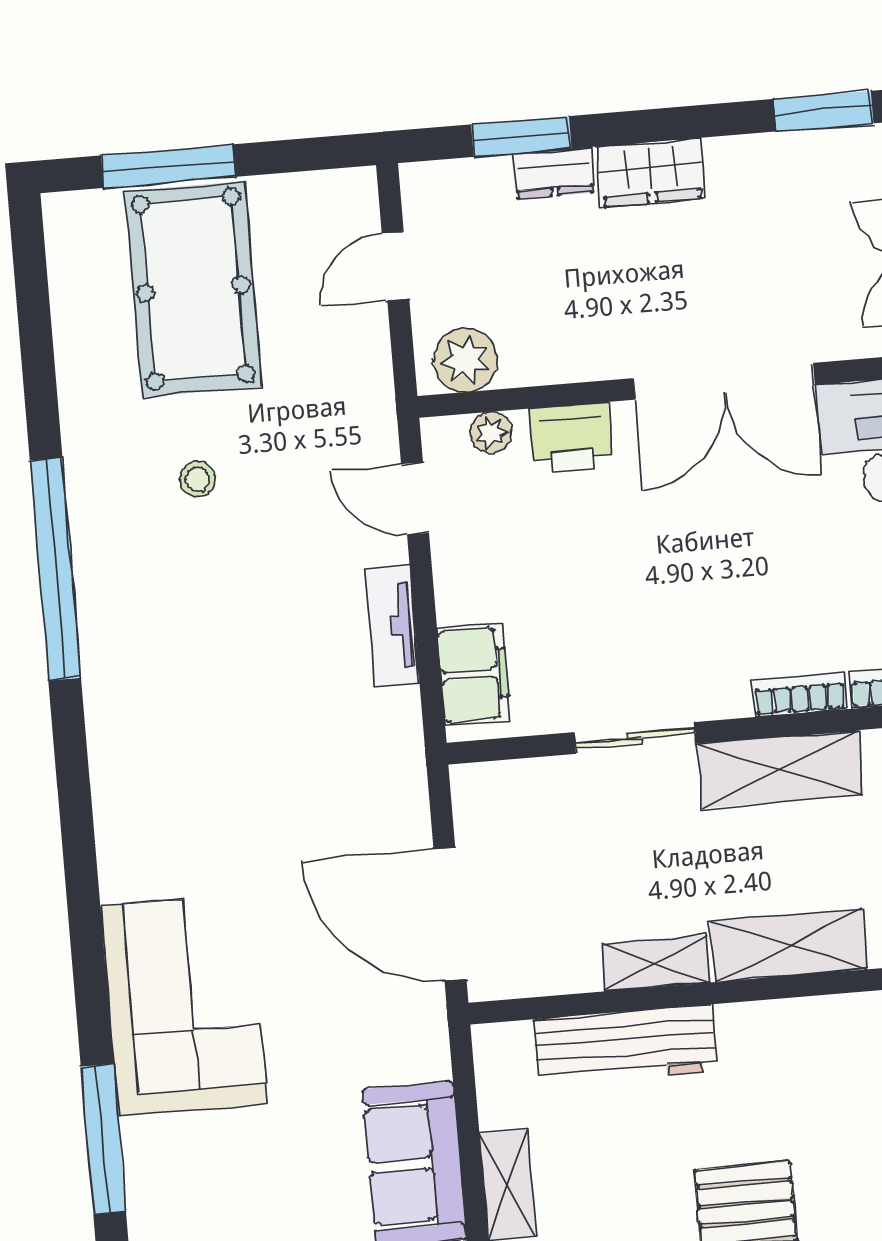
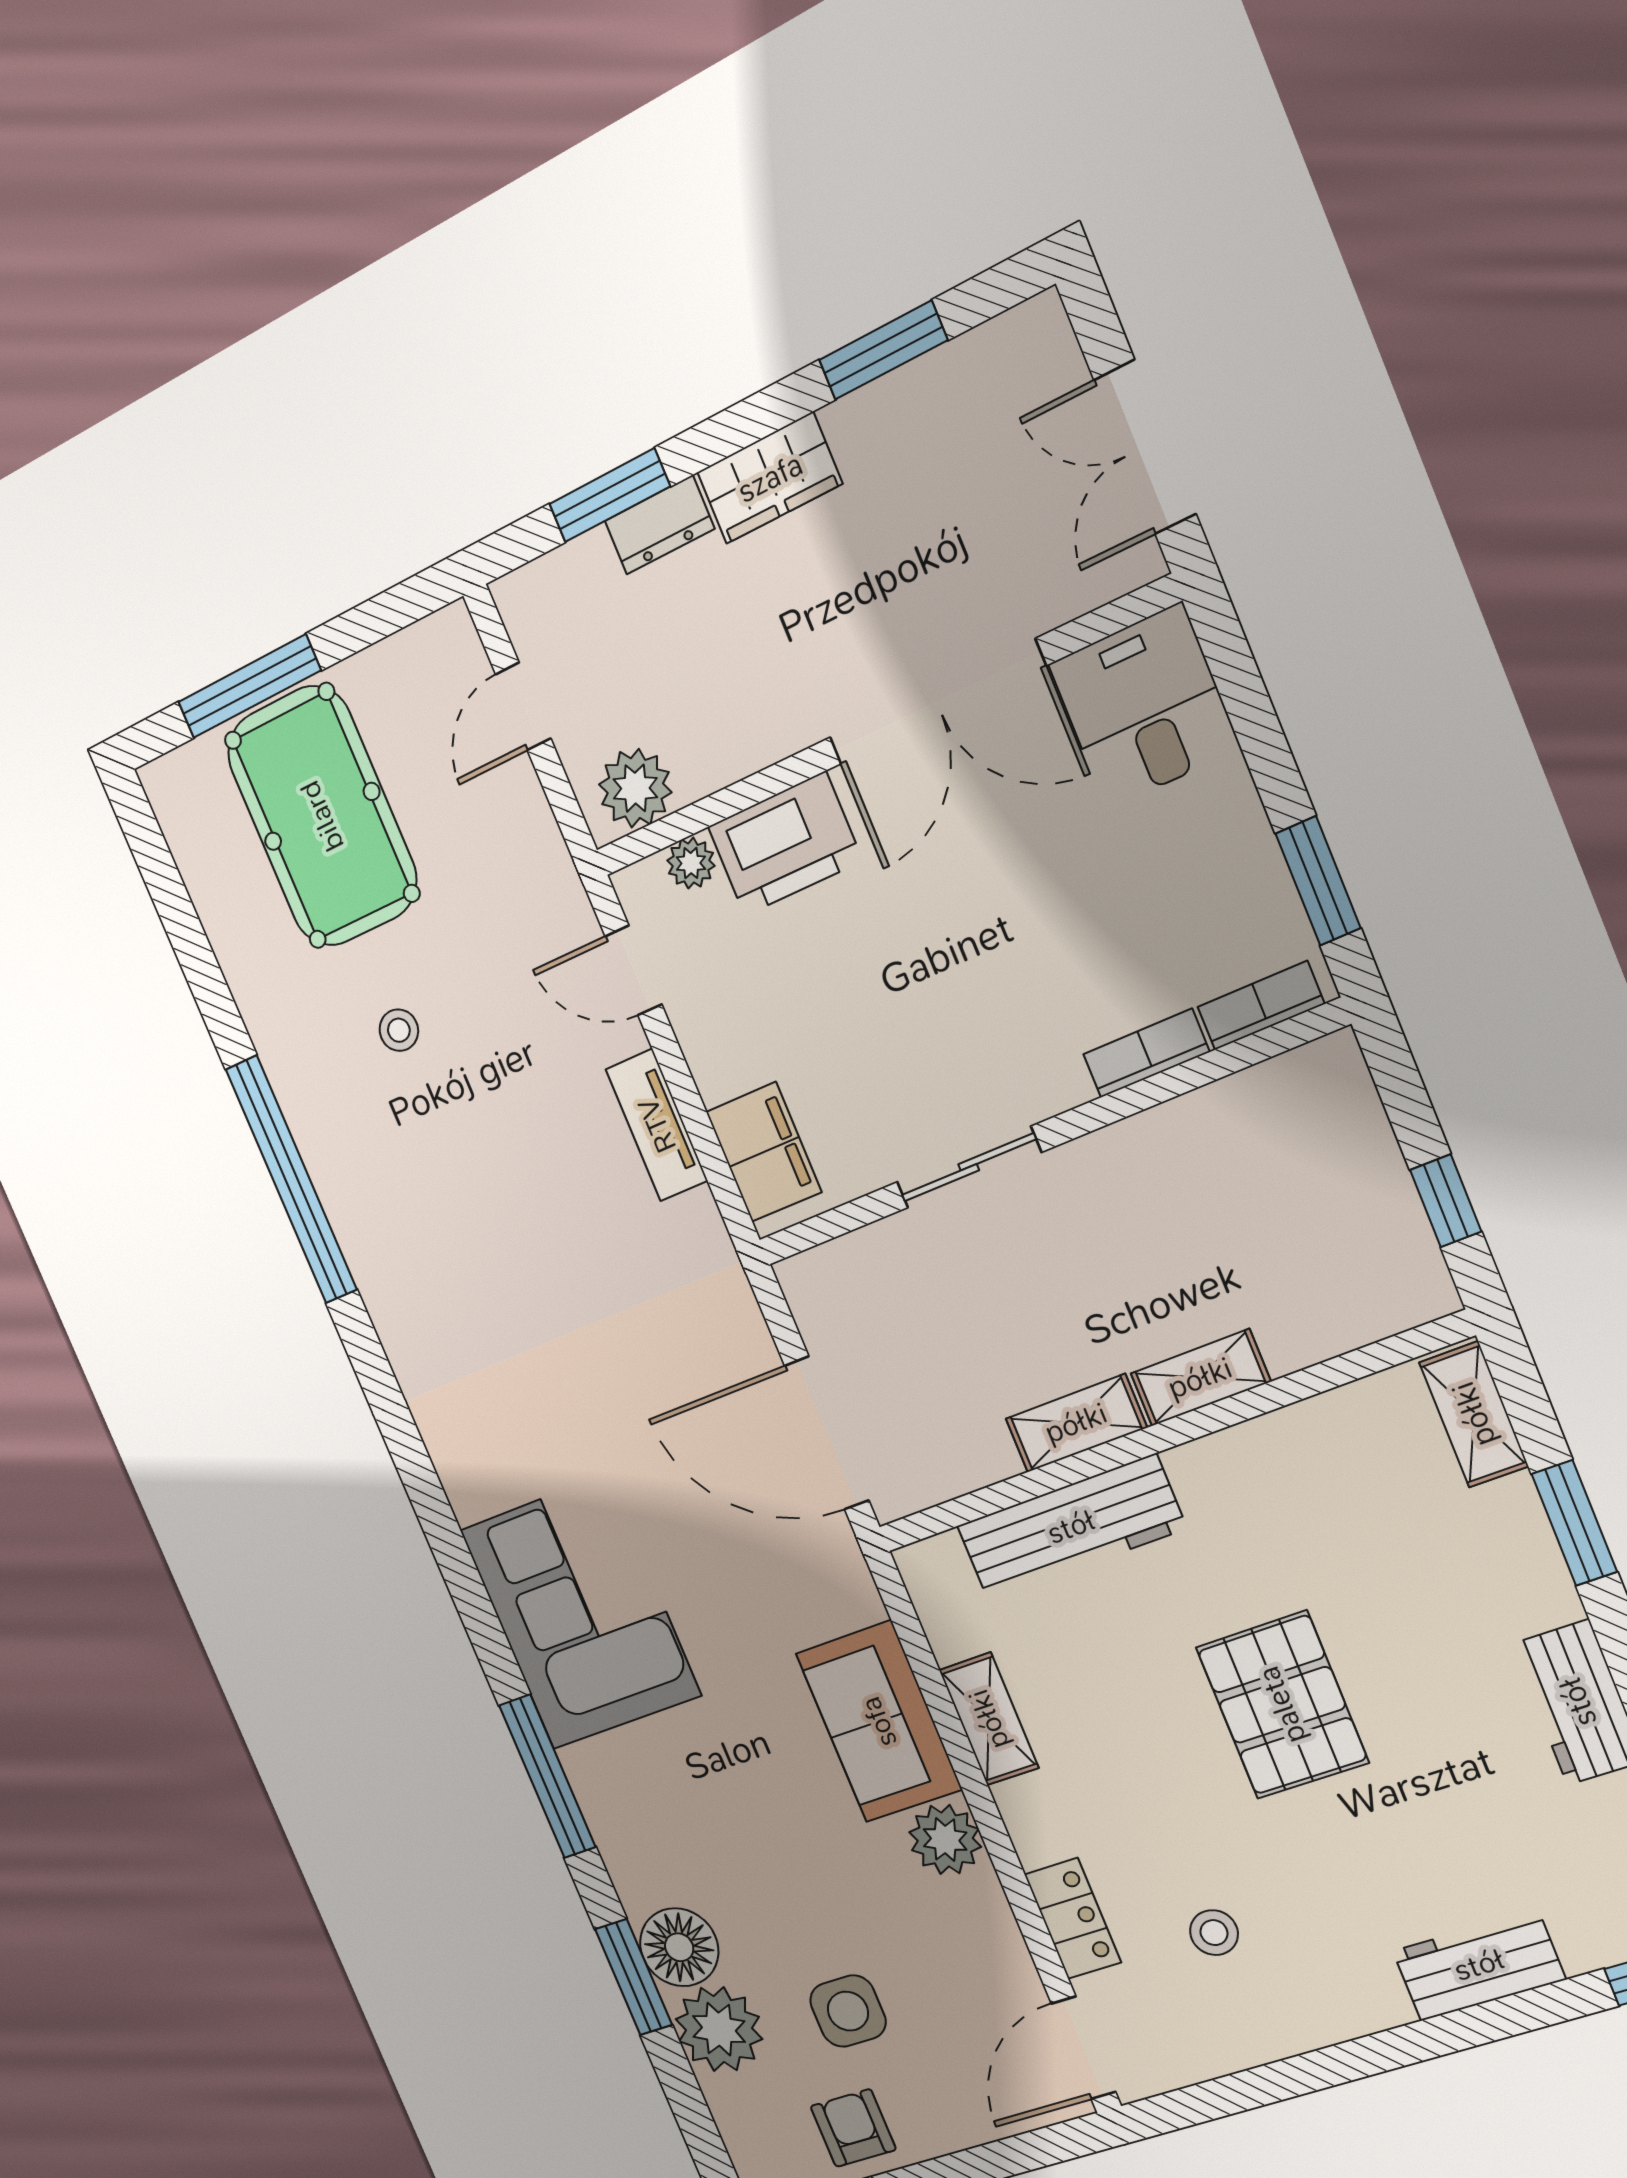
window: (824, 111) -> (883, 350), moved
printer: (571, 438) -> (785, 844), width x1.37, depth x1.19
shelving: (780, 769) -> (1151, 1151), removed
shelving: (789, 945) -> (1200, 1378), width x0.67, depth x0.75

